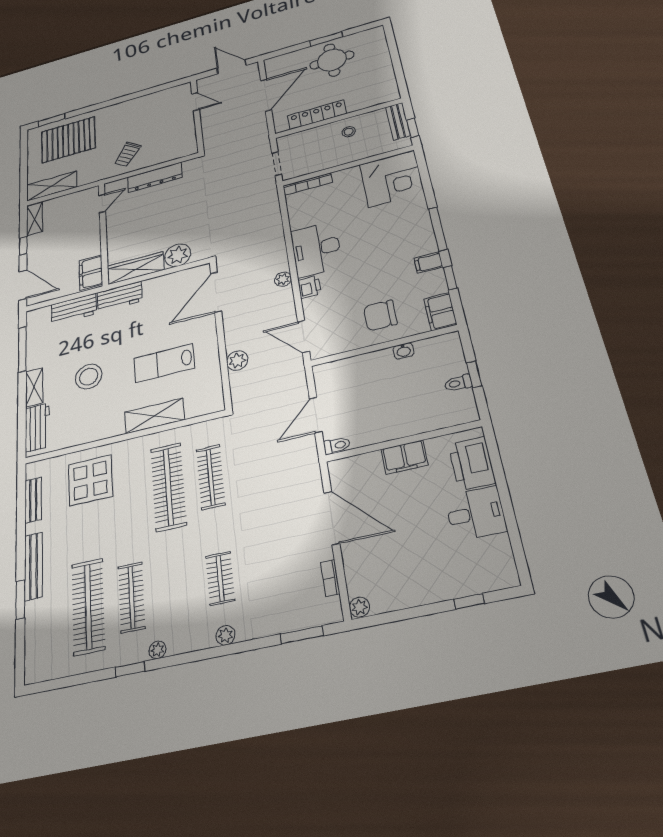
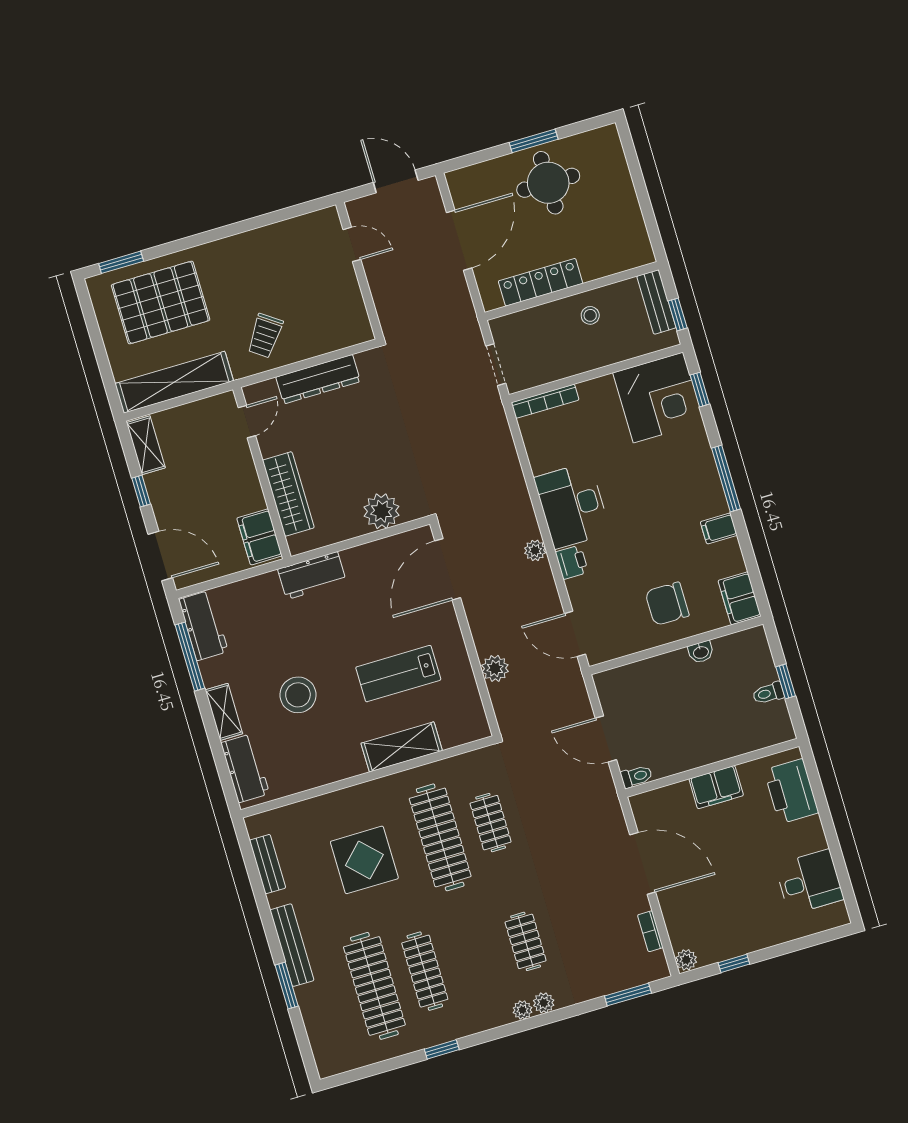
shelving: (52, 186) -> (174, 382), width x1.47
wardrobe: (136, 268) -> (288, 494), moved, turned 90
window: (450, 278) -> (700, 390), moved
workbench: (74, 309) -> (203, 626), moved, turned -90
door: (316, 415) -> (606, 739), hinge flipped
clothes rail: (211, 477) -> (491, 823), width x0.73
display table: (90, 480) -> (364, 860), moved
desk: (476, 513) -> (809, 882), moved
window: (469, 601) -> (734, 963), moved
plant: (158, 650) -> (522, 1010), moved

